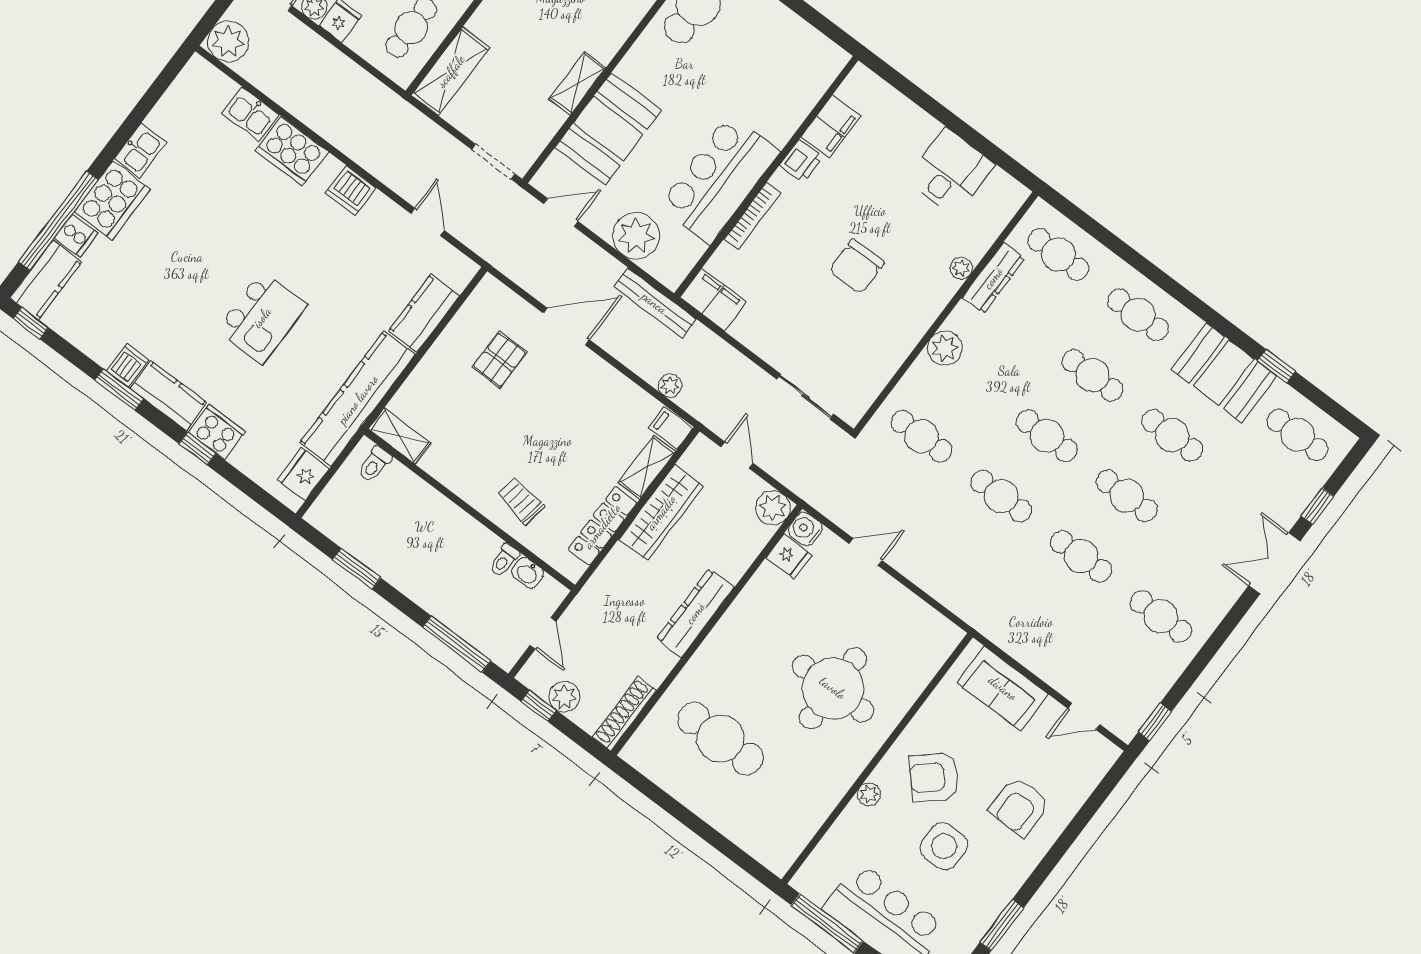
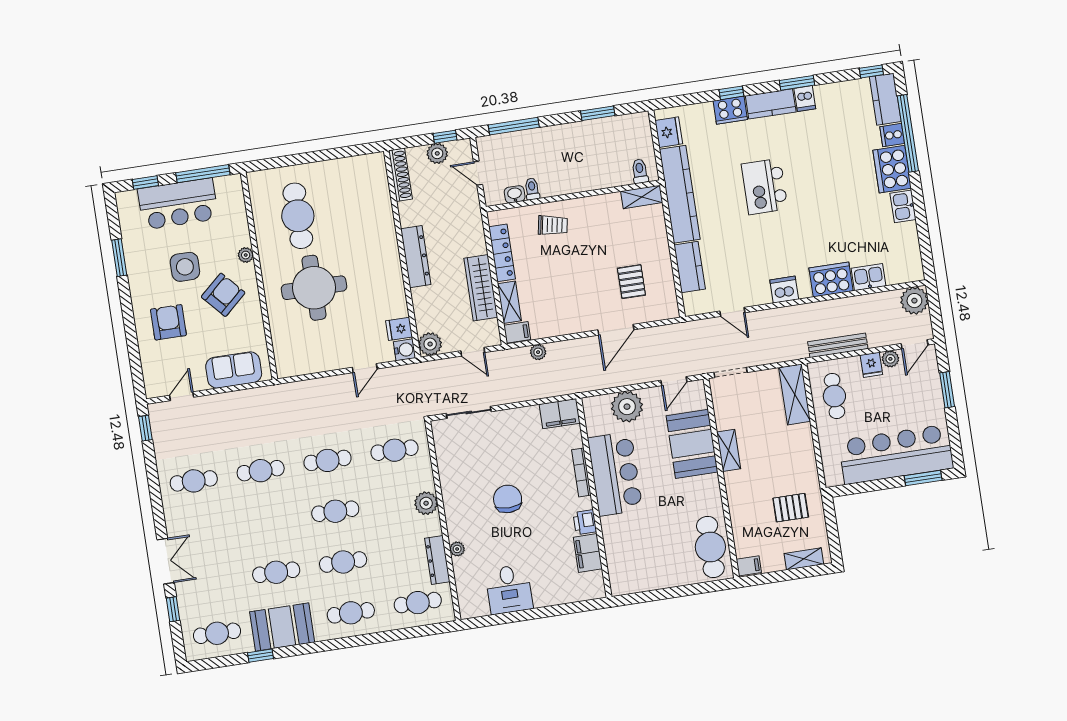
bench: (655, 303) -> (838, 345), moved
cafe table: (1127, 496) -> (268, 521), removed
cafe table: (720, 739) -> (298, 216), moved, turned 90

